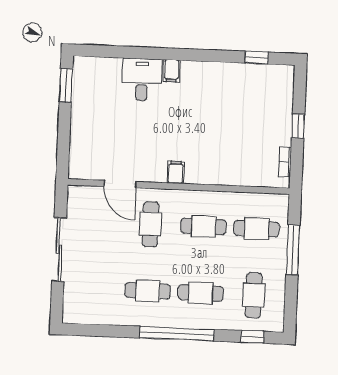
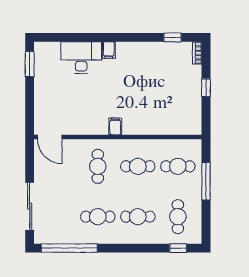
desk: (142, 80) -> (81, 58), width x1.37
bookcase: (285, 162) -> (197, 53), moved
door: (120, 184) -> (50, 137), moved
sliding door: (59, 249) -> (30, 206), moved
window: (177, 334) -> (69, 248), moved

